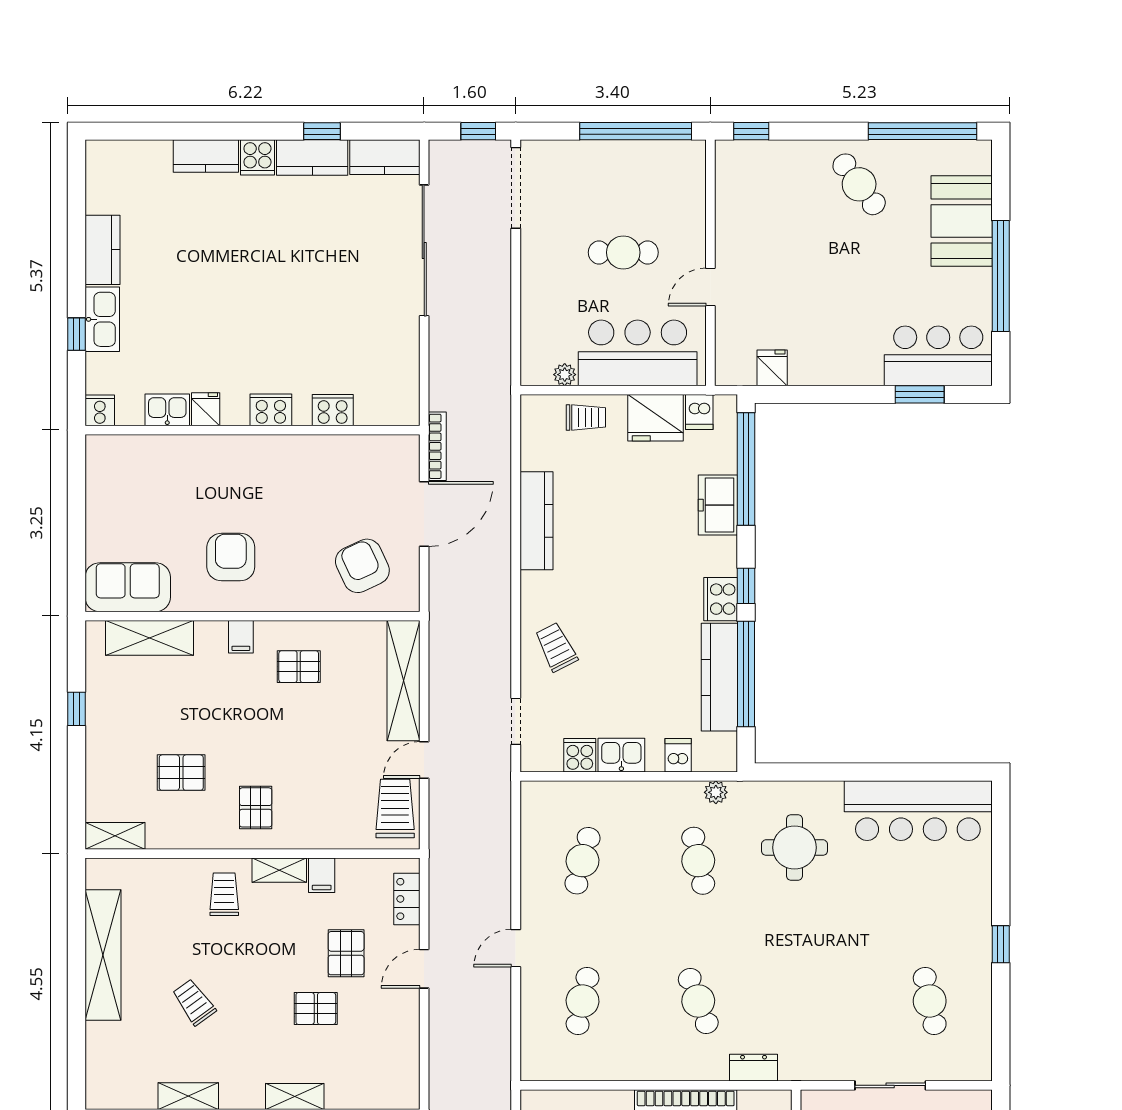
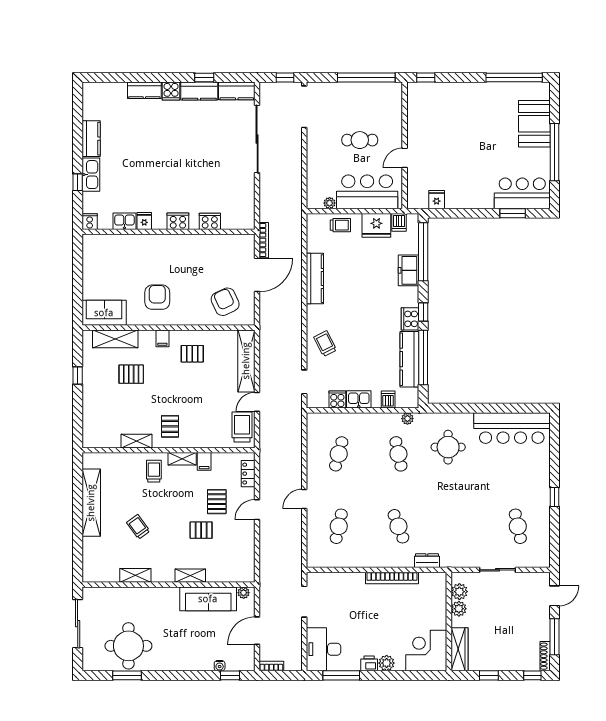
cafe table: (859, 184) -> (481, 105), removed
pallet: (181, 773) -> (131, 374), moved
shelving: (115, 836) -> (136, 441), moved

